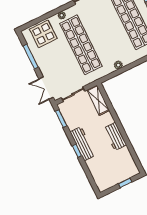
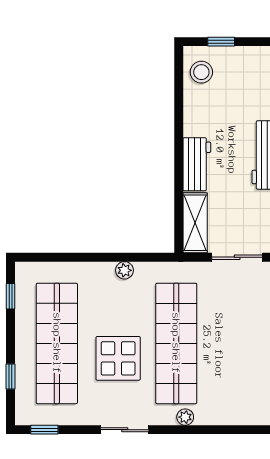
display table: (43, 34) -> (118, 358), moved
workbench: (115, 136) -> (197, 164), moved
stool: (127, 166) -> (201, 72), added

